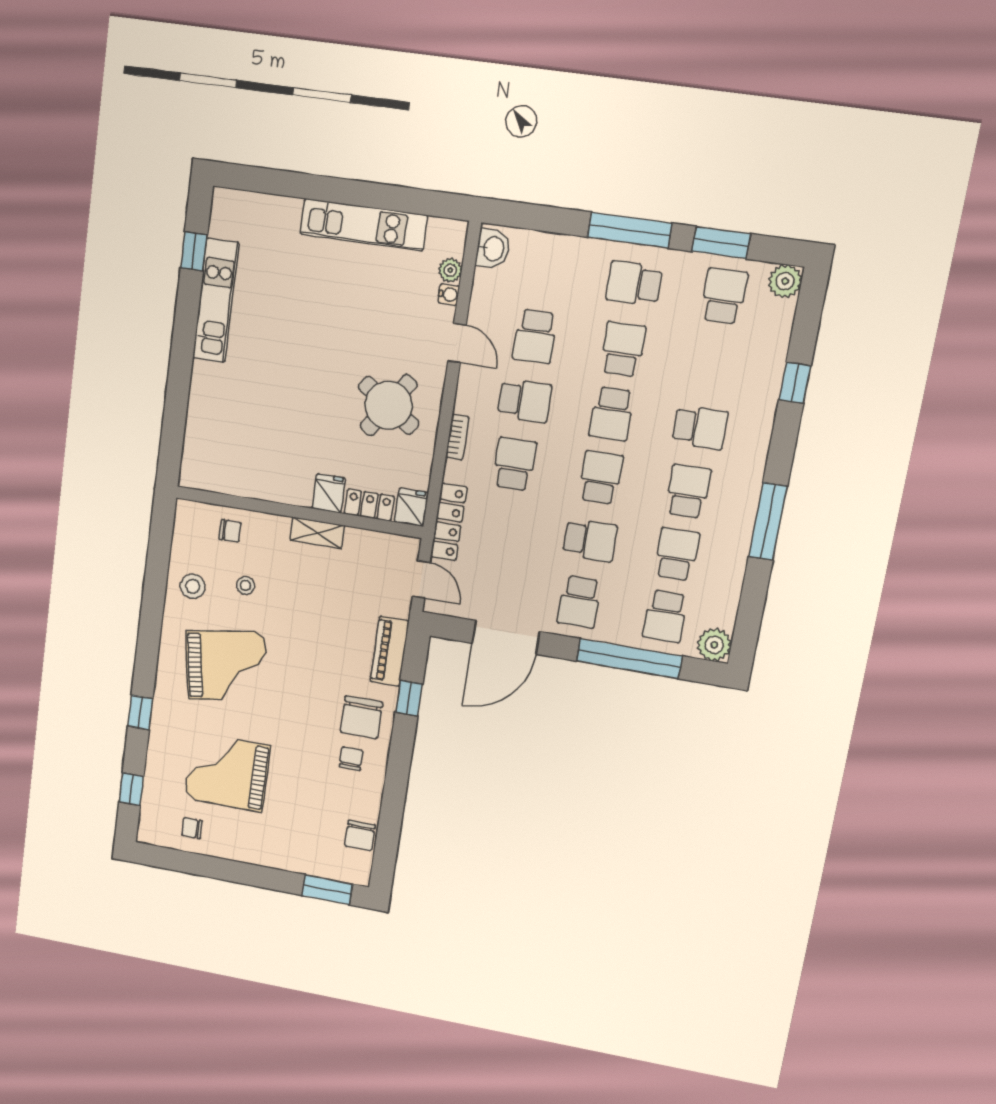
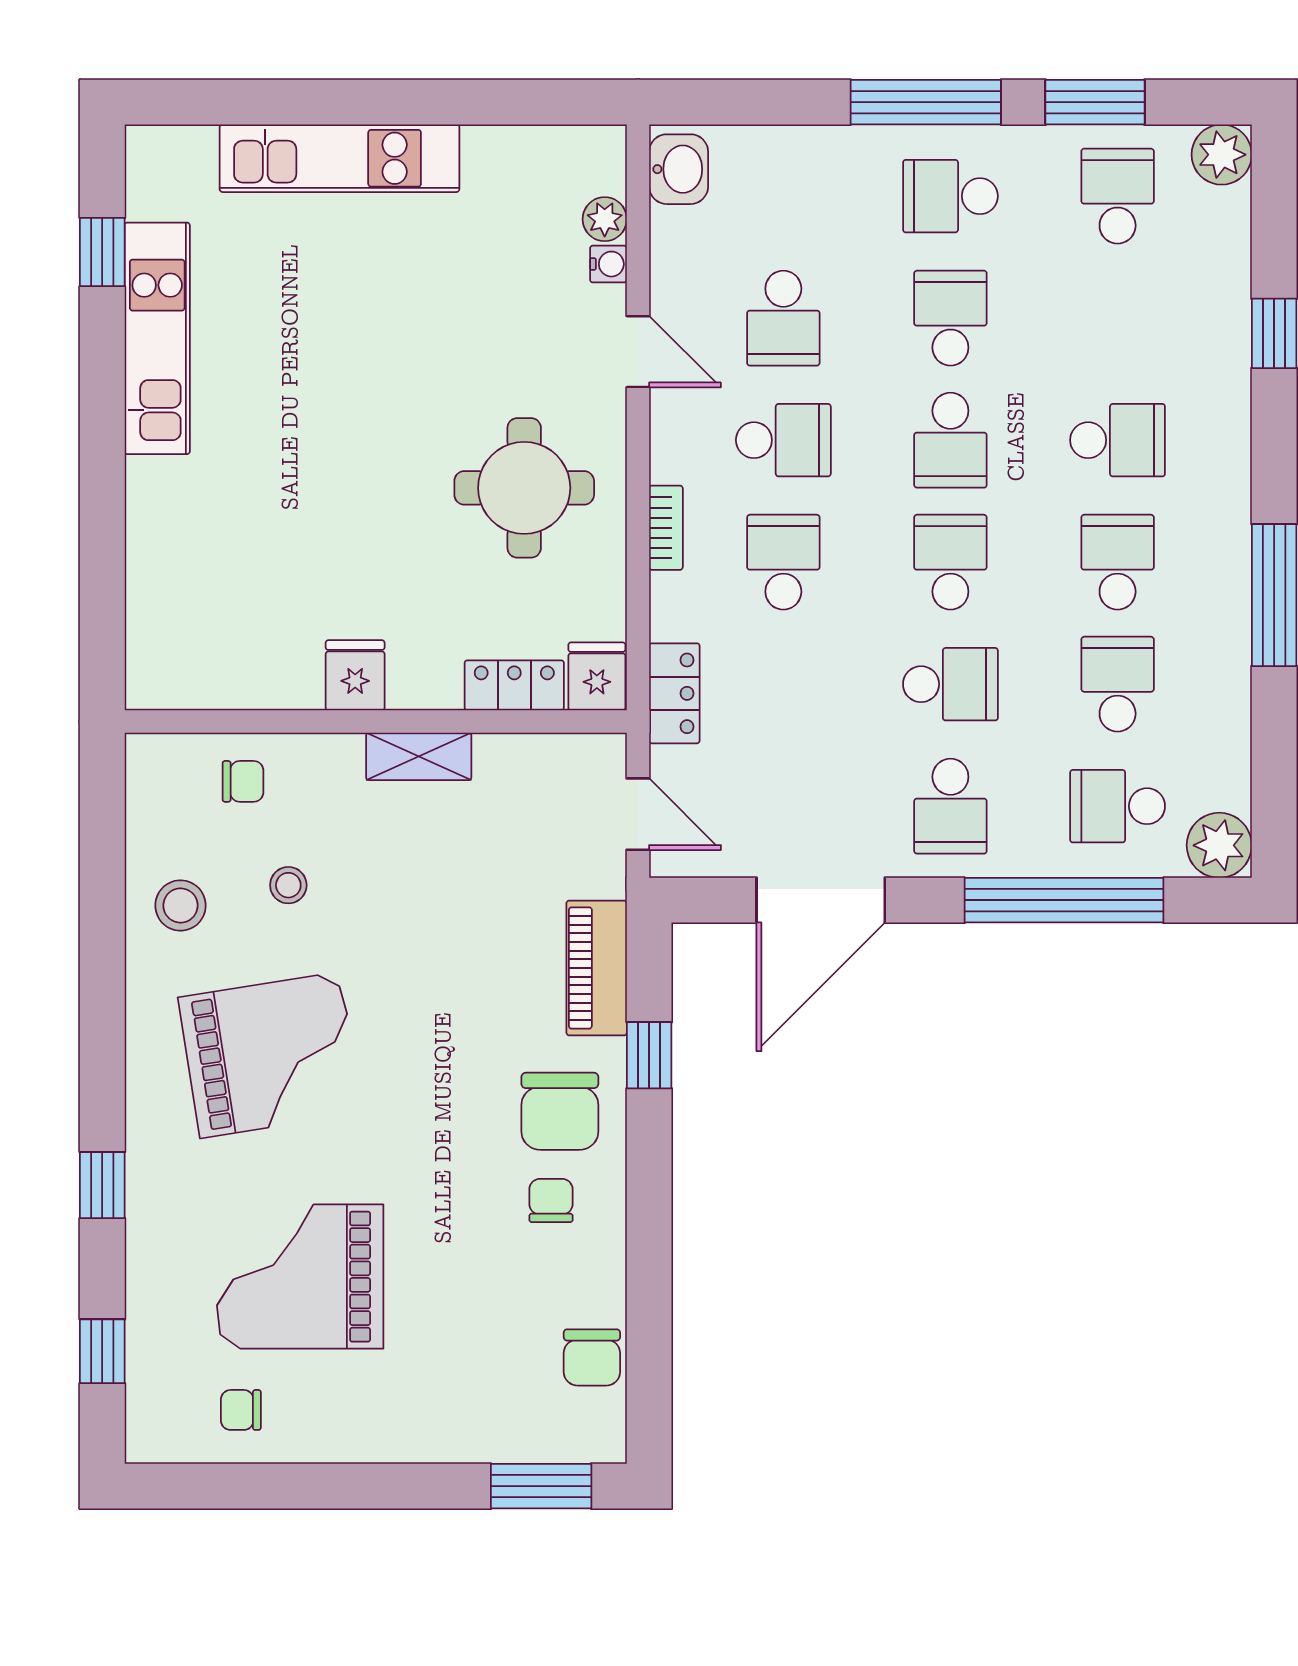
kitchen unit: (364, 225) -> (339, 158), moved
round table: (389, 405) -> (524, 488), turned -34
fridge: (329, 493) -> (355, 675), moved
locker: (449, 522) -> (674, 693), width x0.66
school desk: (665, 616) -> (1118, 806), turned 90

